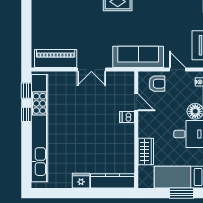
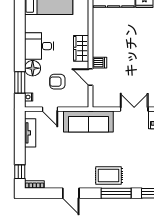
armchair: (157, 84) -> (57, 82), moved
wardrobe: (146, 152) -> (81, 48), moved

